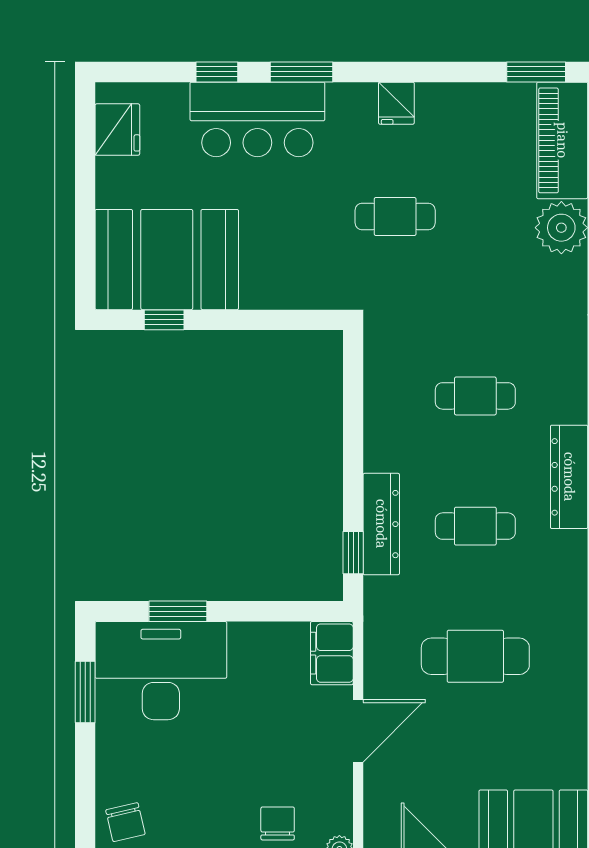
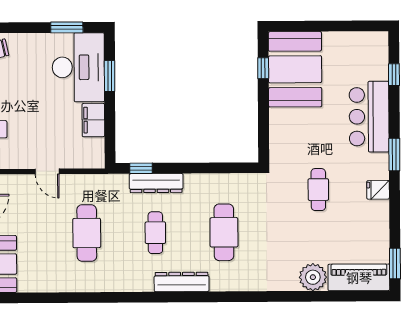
window: (217, 72) -> (394, 75), moved
window: (301, 72) -> (394, 155), moved
fridge: (117, 130) -> (363, 43), removed
cafe table: (475, 396) -> (224, 232), width x1.37, depth x1.35
filing cabinet: (332, 653) -> (93, 120), moved, turned -90
door: (358, 731) -> (47, 171), width x0.73

